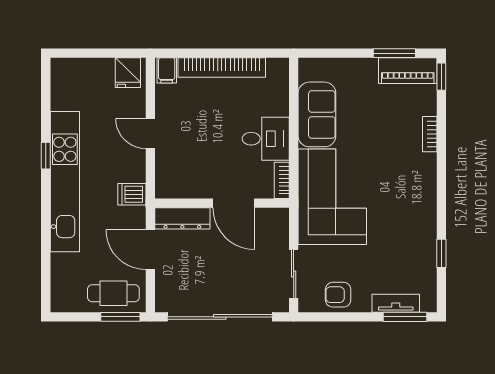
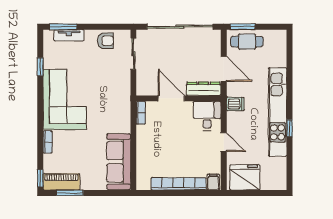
fridge: (128, 73) -> (245, 177), width x1.88, depth x1.34
sofa: (317, 114) -> (119, 162), width x1.36
desk: (266, 139) -> (207, 116), moved, turned 90
corner sofa: (332, 197) -> (65, 99), moved, turned 180

